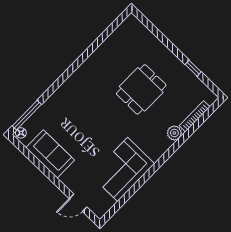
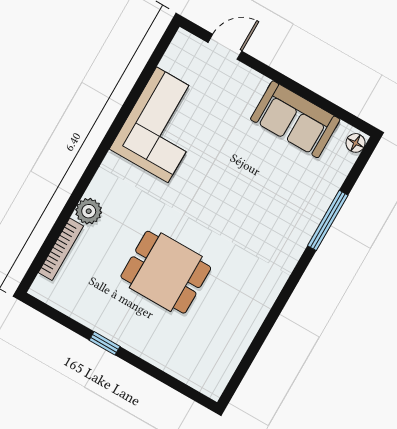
window: (193, 68) -> (105, 343), moved
dining table: (141, 89) -> (166, 272), turned 90
window: (27, 115) -> (328, 220), moved

